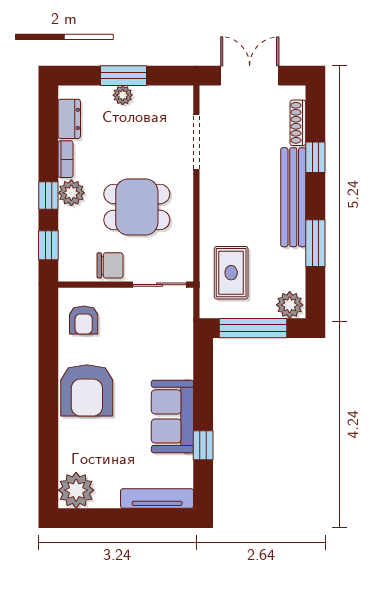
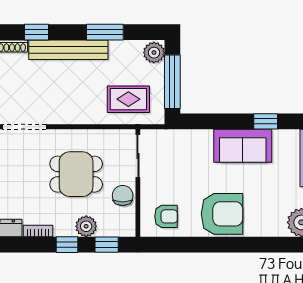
plant: (71, 193) -> (86, 226), moved
dining table: (137, 207) -> (76, 174), turned 90

